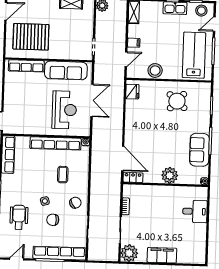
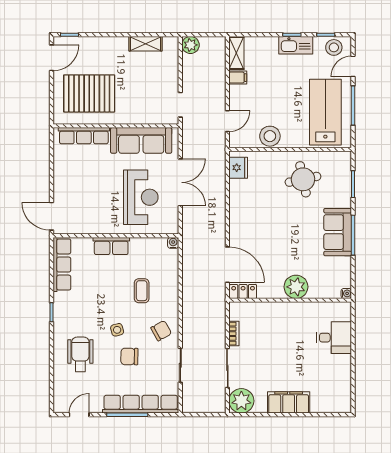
filing cabinet: (134, 43) -> (238, 78), moved
round table: (177, 101) -> (303, 179), turned 36
row of seats: (55, 143) -> (111, 246), width x0.50
sofa: (199, 150) -> (338, 232), moved

